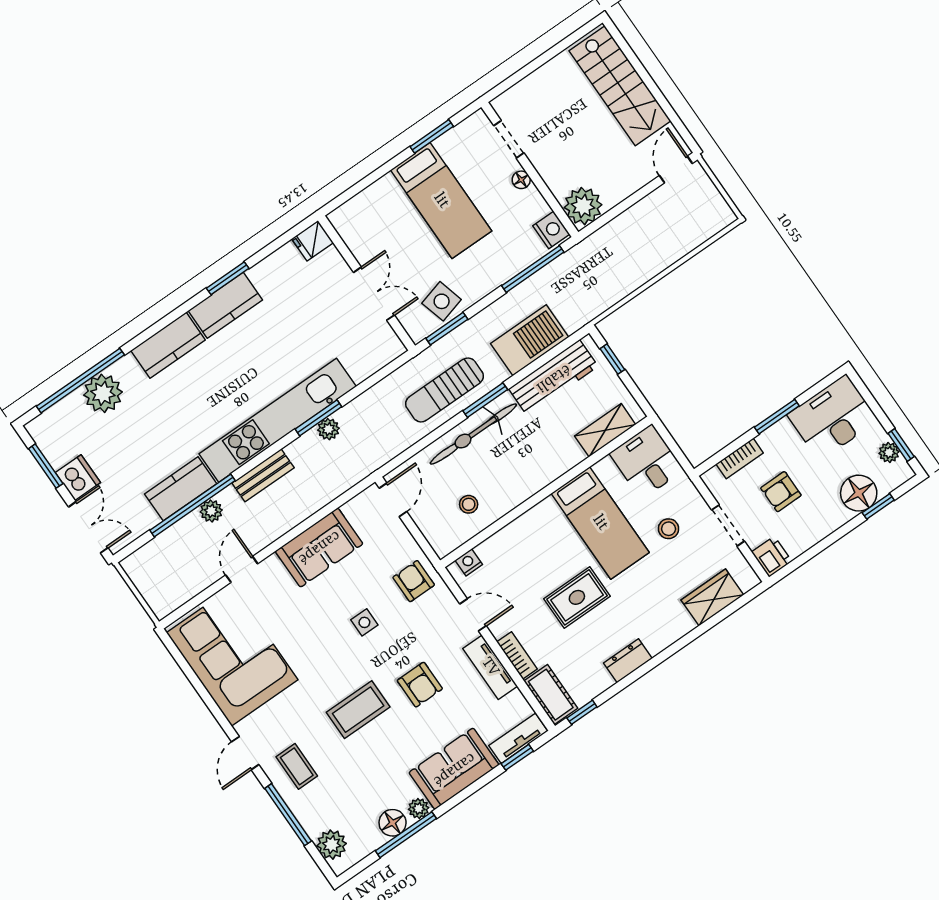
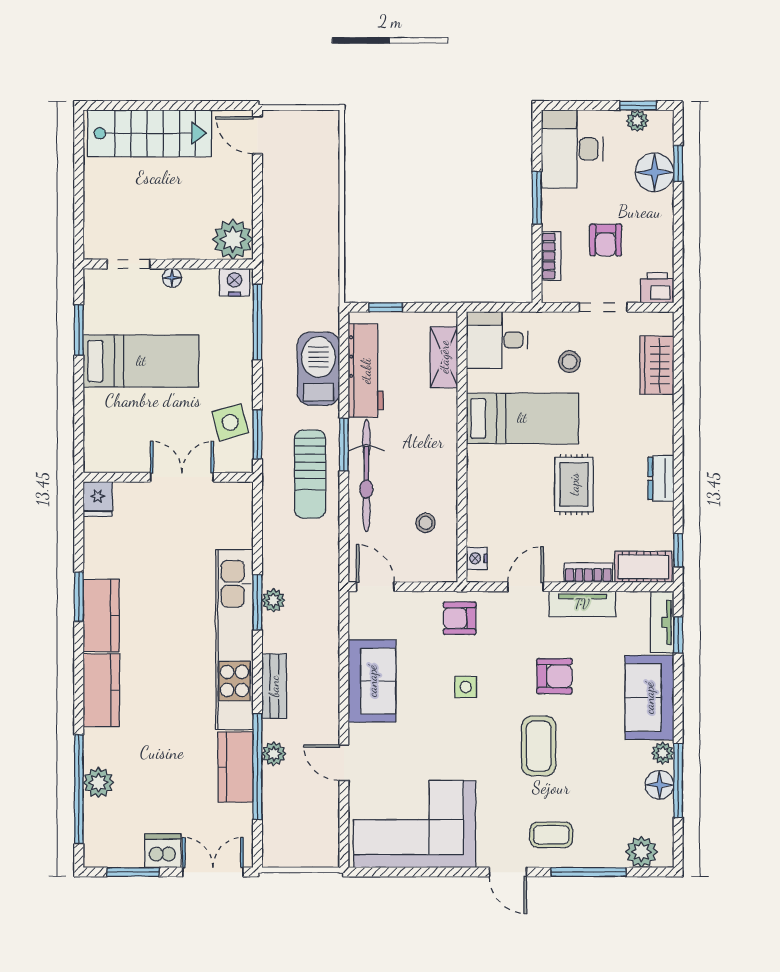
plant: (103, 393) -> (98, 783), width x0.73, depth x0.73

